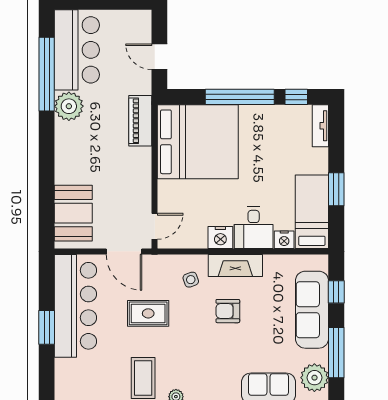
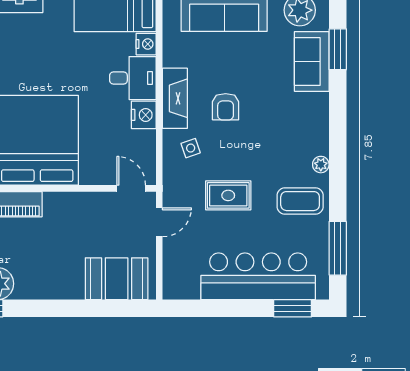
door: (124, 251) -> (159, 222), width x0.73
bar counter: (75, 306) -> (258, 276), moved
rug: (148, 313) -> (228, 195), turned 90
window: (47, 327) -> (293, 308), moved

